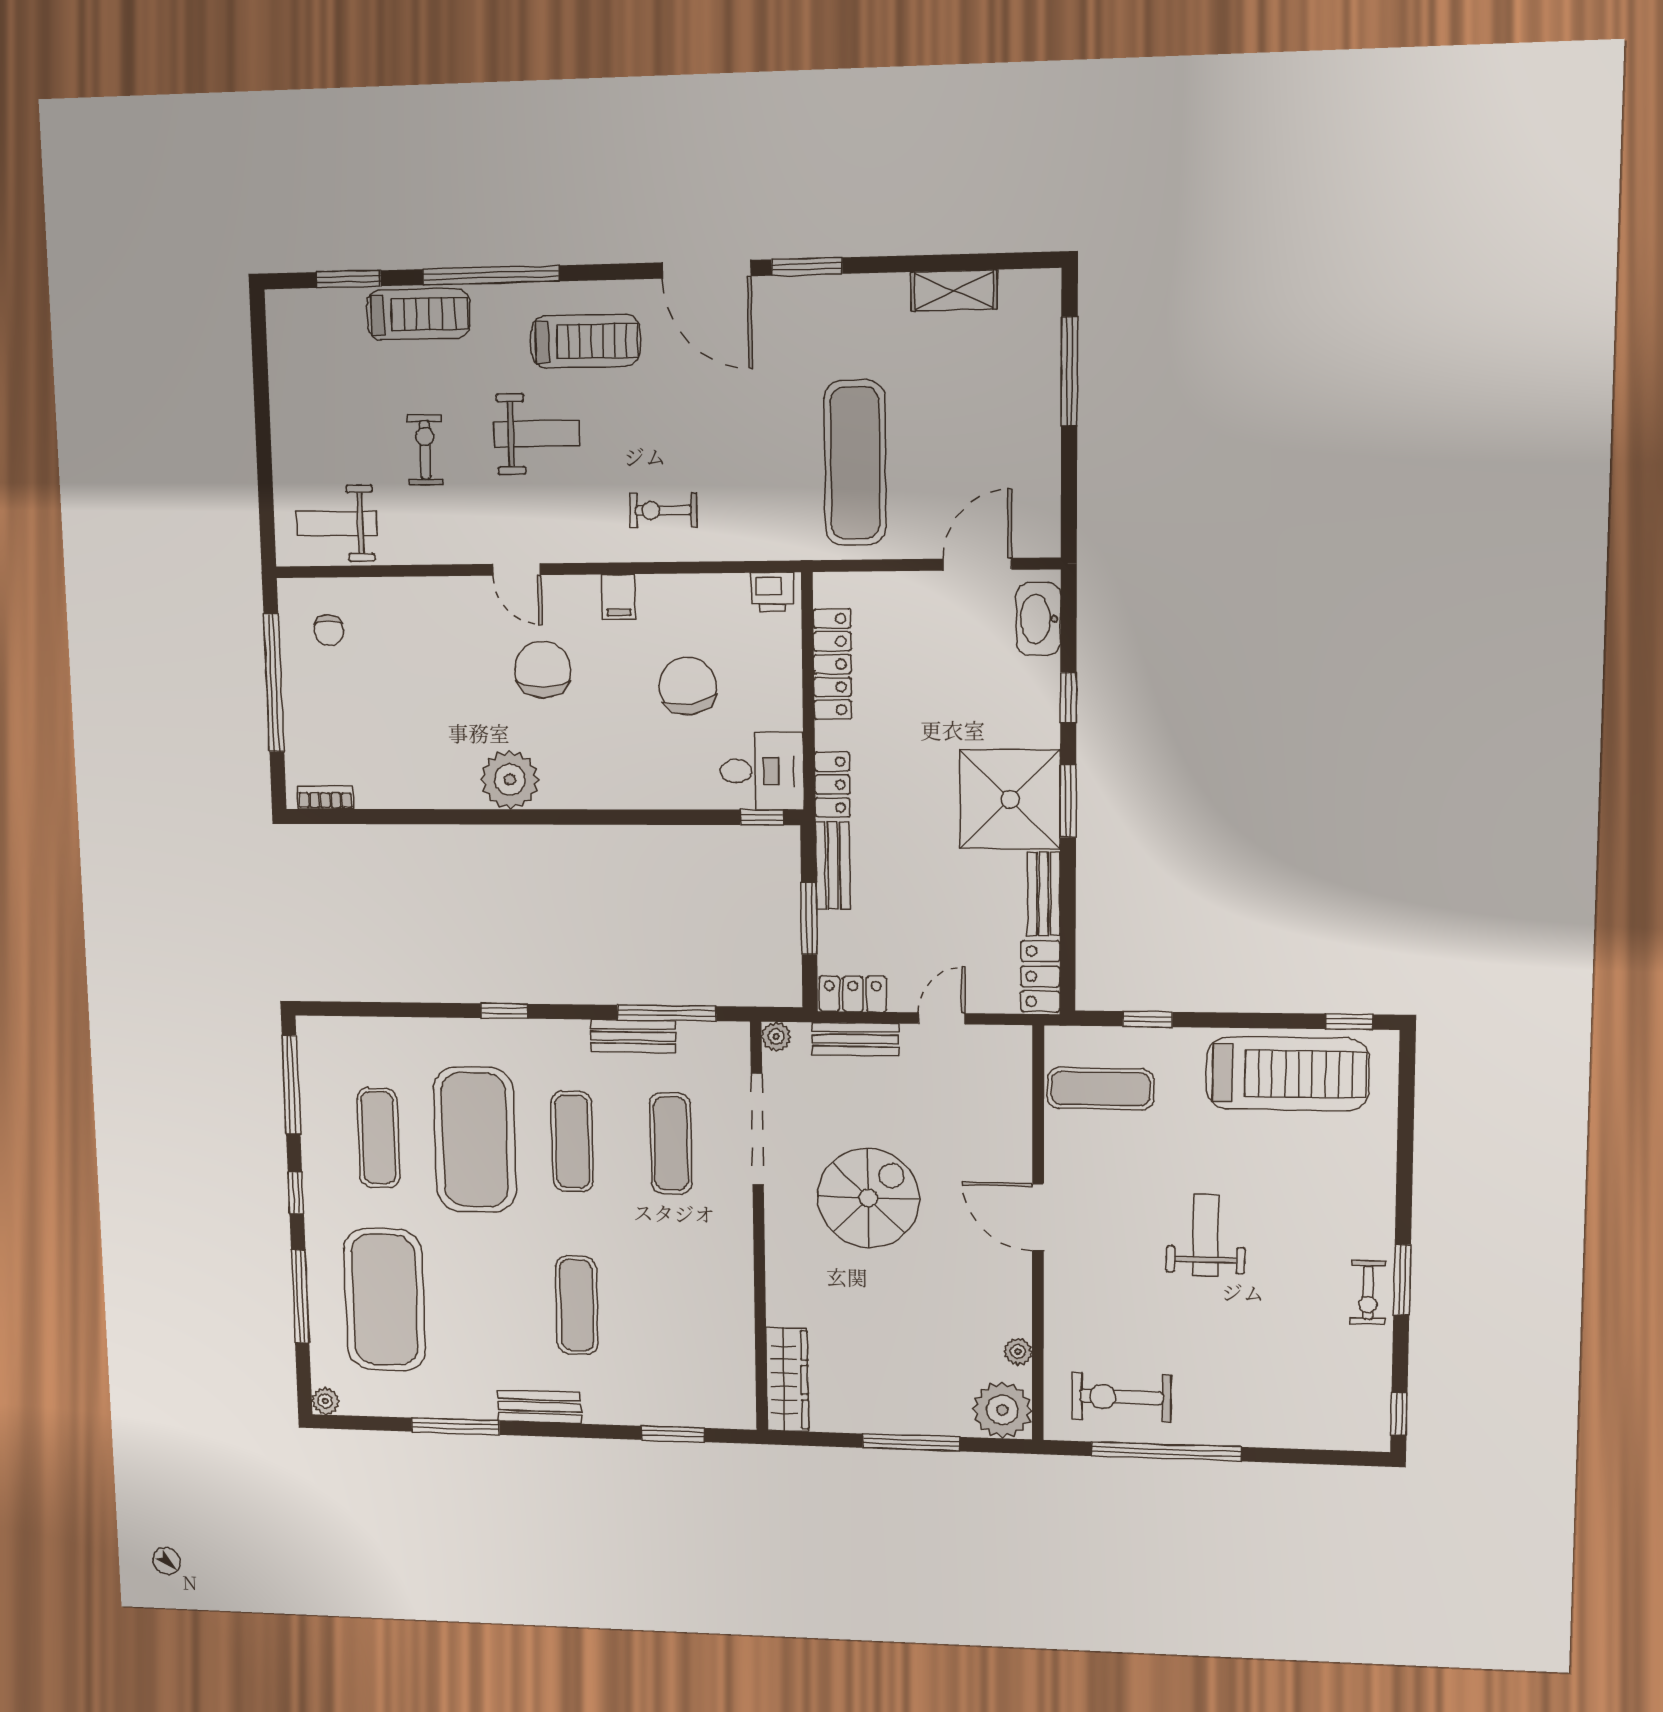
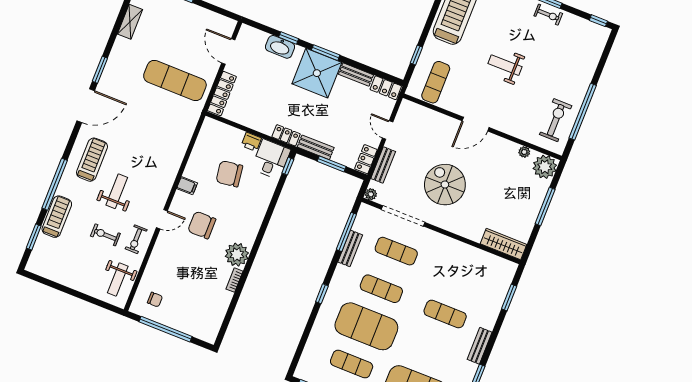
exercise bike: (663, 510) -> (136, 239), moved
printer: (773, 592) -> (251, 142), moved, turned 90
washbasin: (1038, 619) -> (280, 47), moved
locker: (832, 664) -> (222, 94), moved, turned 90
bookcase: (325, 798) -> (235, 280), moved
exercise bike: (1121, 1397) -> (556, 120), turned 180

